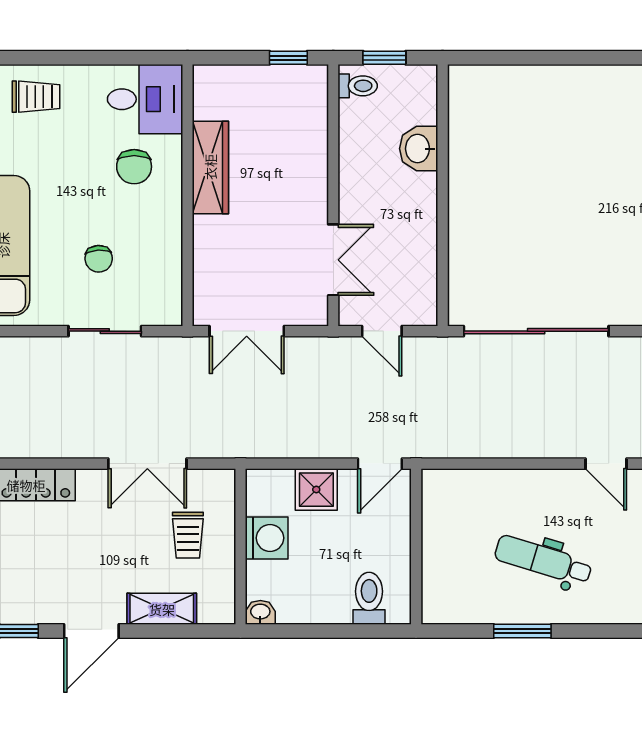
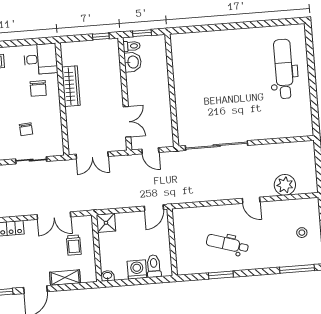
washbasin: (419, 149) -> (133, 62), moved, turned 180
shower: (316, 490) -> (106, 223), moved
washing machine: (267, 538) -> (137, 270), moved, turned -90

